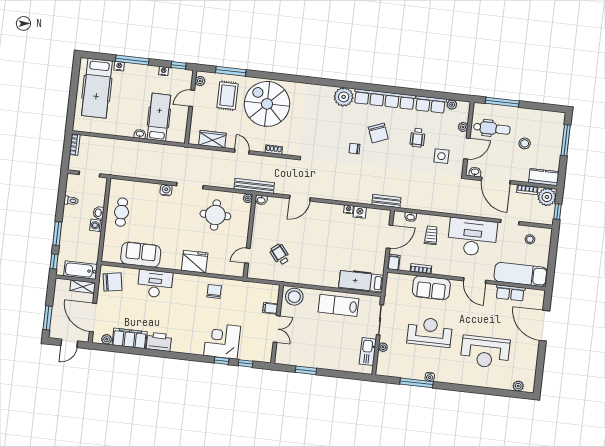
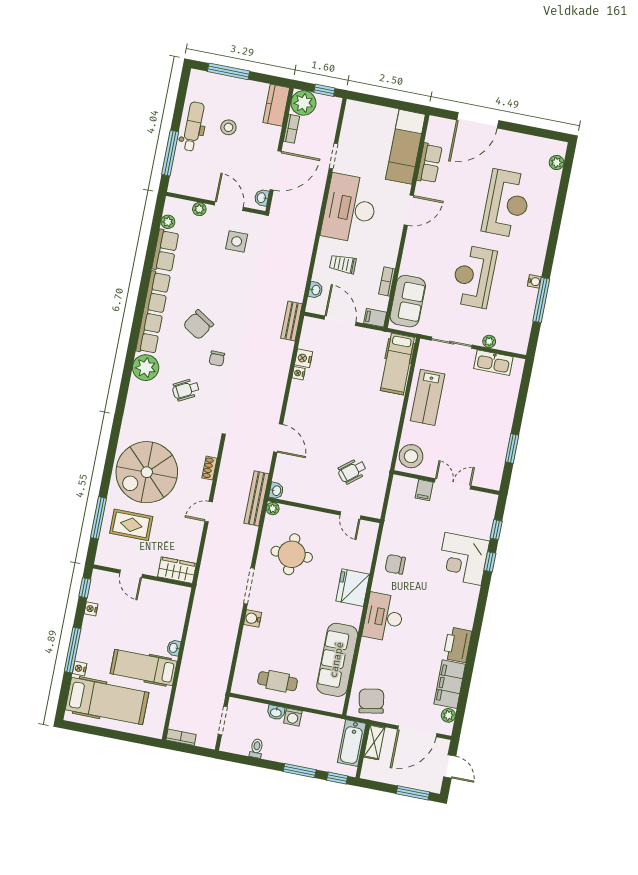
plant: (200, 81) -> (108, 560), removed
hospital bed: (159, 117) -> (144, 667), moved
dental chair: (492, 128) -> (193, 127), moved
chair: (378, 133) -> (198, 325), turned 144
wheelchair: (418, 138) -> (186, 390), moved, turned 152
wardrobe: (212, 139) -> (177, 570), moved, turned 90
stool: (530, 239) -> (359, 131), removed
sofa: (141, 255) -> (337, 660), width x1.36
desk: (155, 284) -> (384, 617), moved
sofa: (431, 288) -> (408, 301), moved

